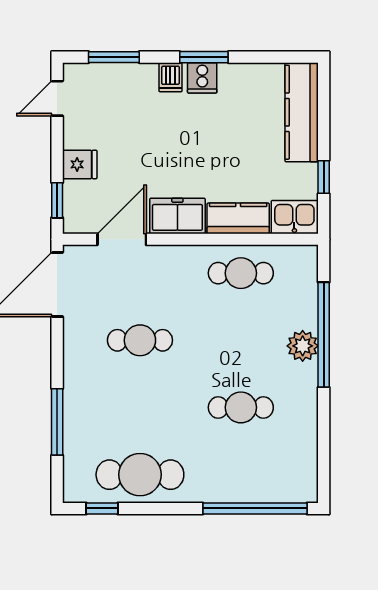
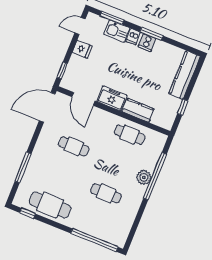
fridge: (80, 164) -> (82, 49), moved
kitchen sink: (294, 217) -> (117, 31), moved, turned 180
door: (122, 239) -> (83, 99), swing flipped

